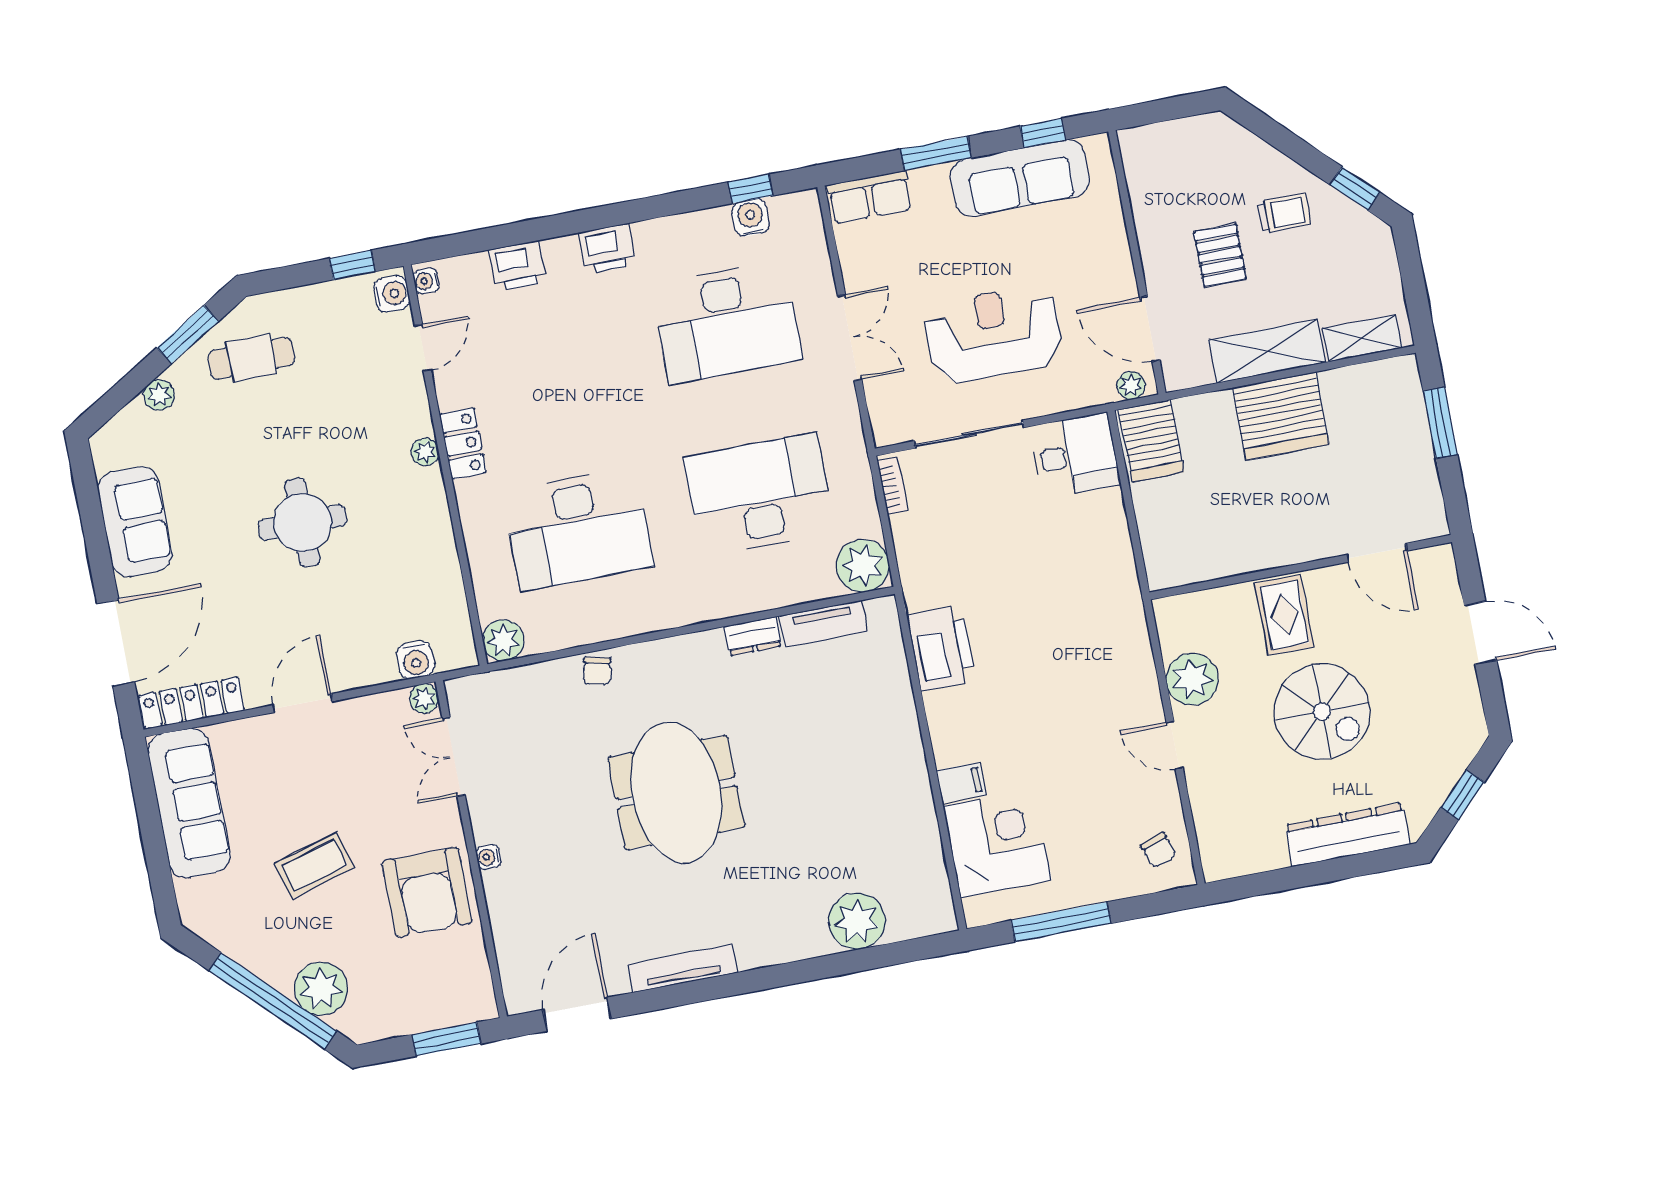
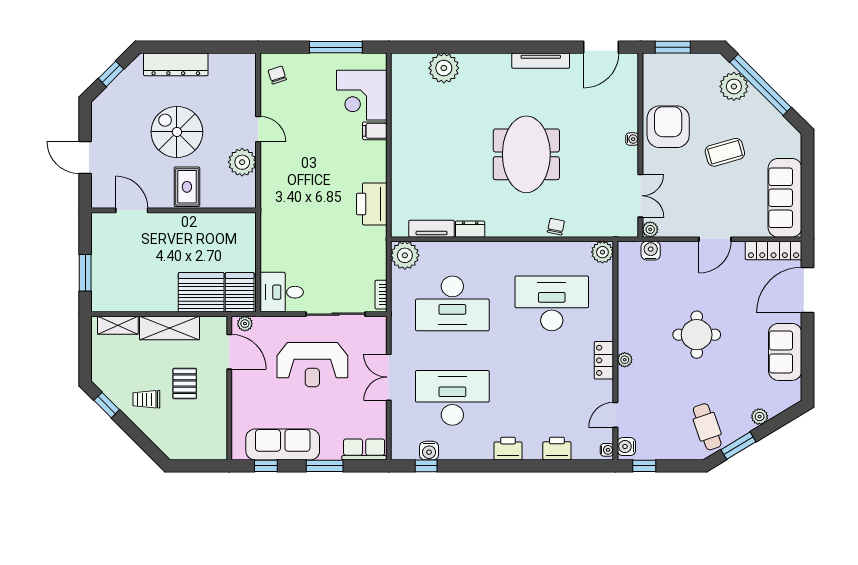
cafe table: (251, 358) -> (707, 427), turned 71
server rack: (1281, 416) -> (201, 292), moved

